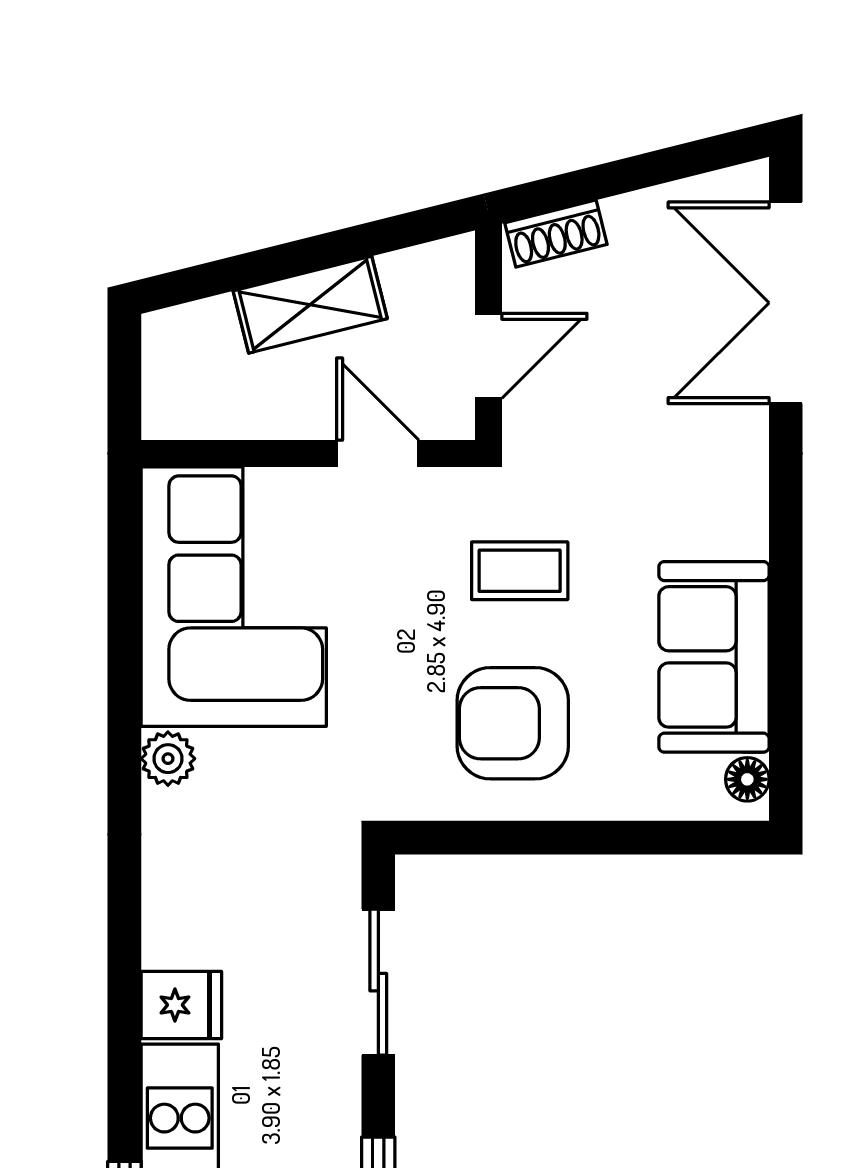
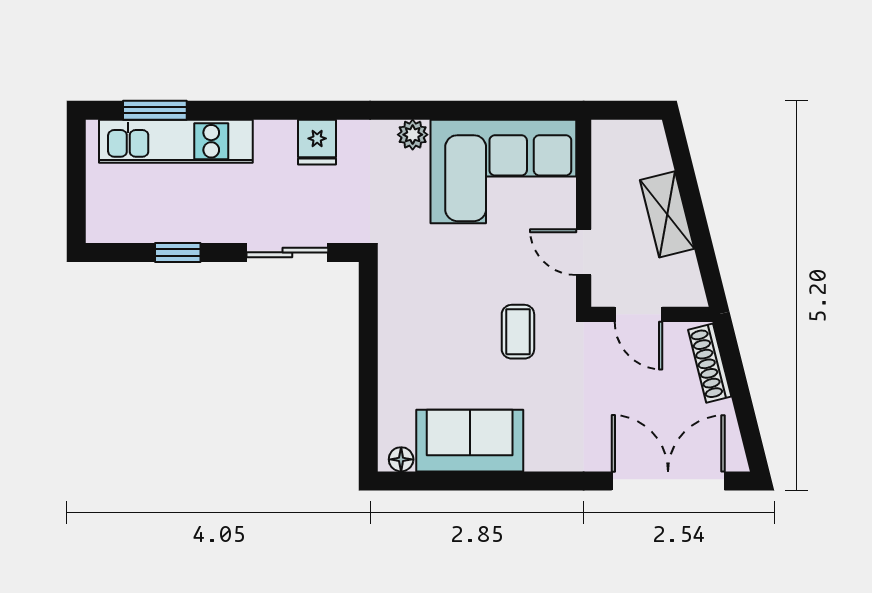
shoe rack: (556, 234) -> (710, 363), width x1.43
door: (378, 454) -> (584, 252), swing flipped
armchair: (513, 723) -> (432, 328), removed
fridge: (181, 1005) -> (317, 142), moved

